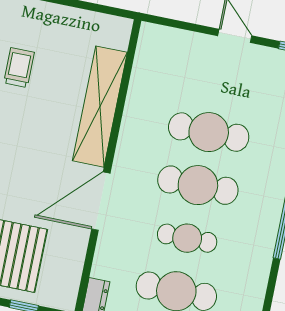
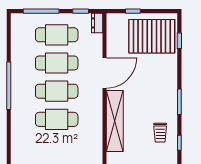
cafe table: (187, 238) -> (57, 63), width x1.37, depth x1.35

